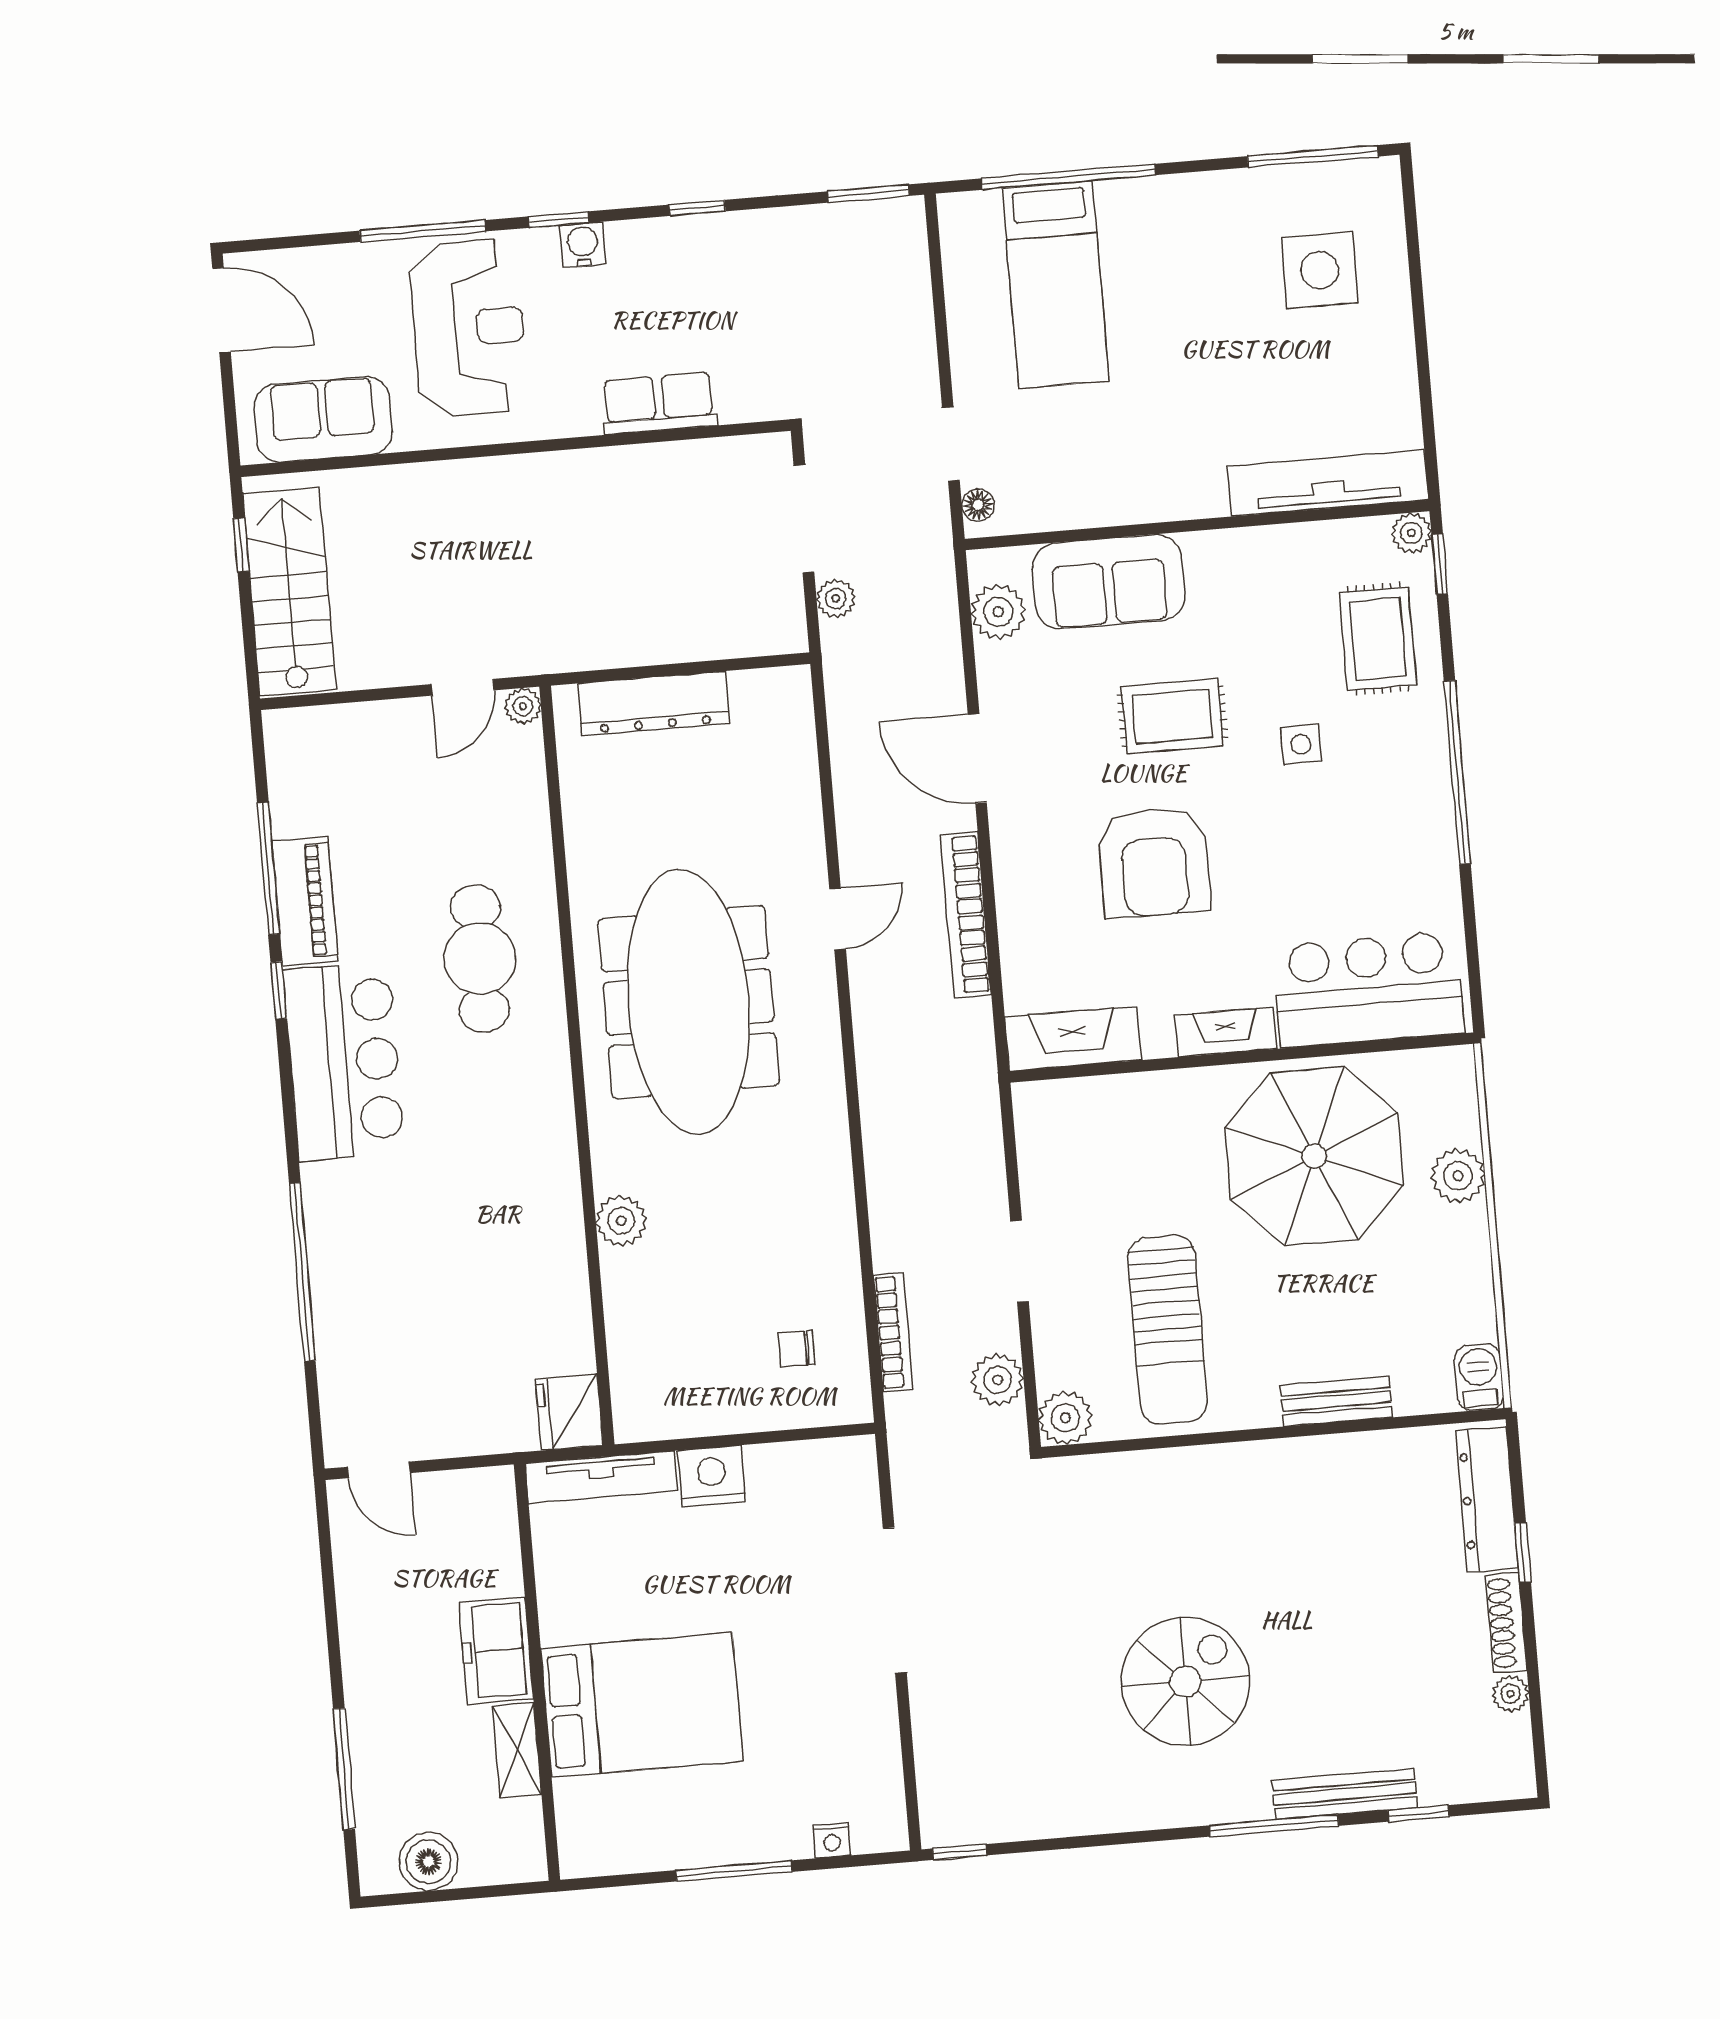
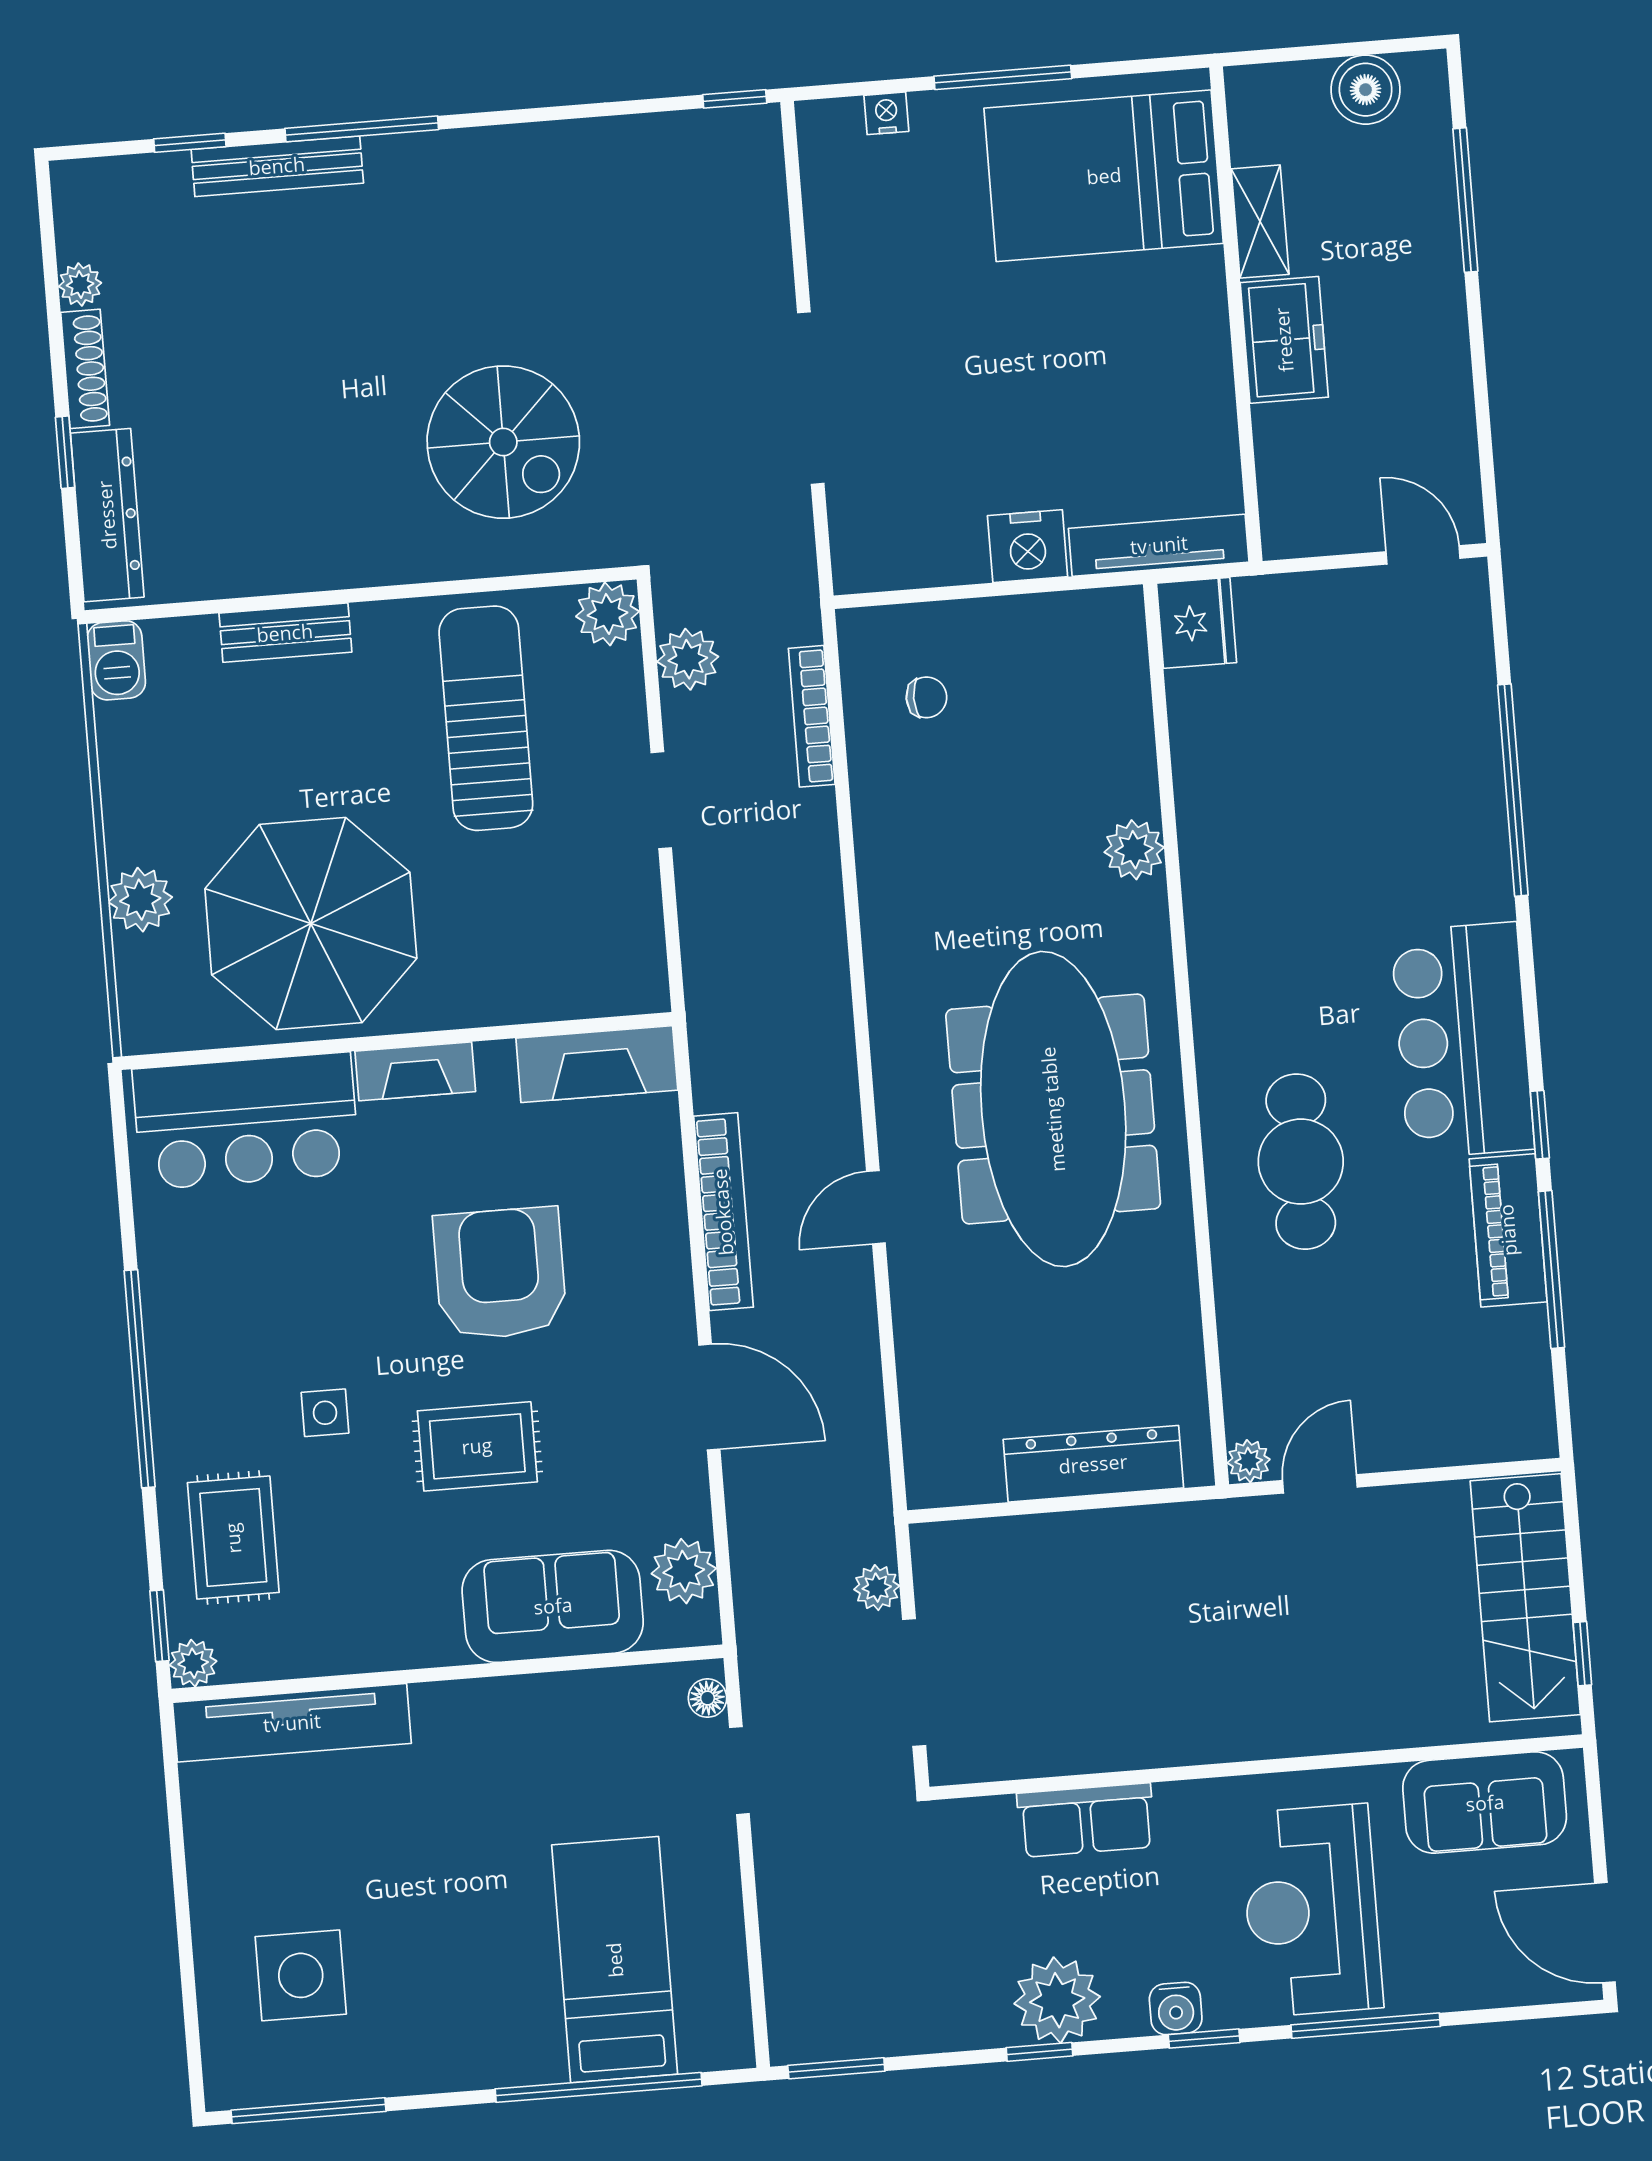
plant: (683, 252) -> (1057, 2000), added
spiral stairs: (1185, 1681) -> (503, 442), moved, turned -90
bed: (642, 1705) -> (1104, 176), moved

